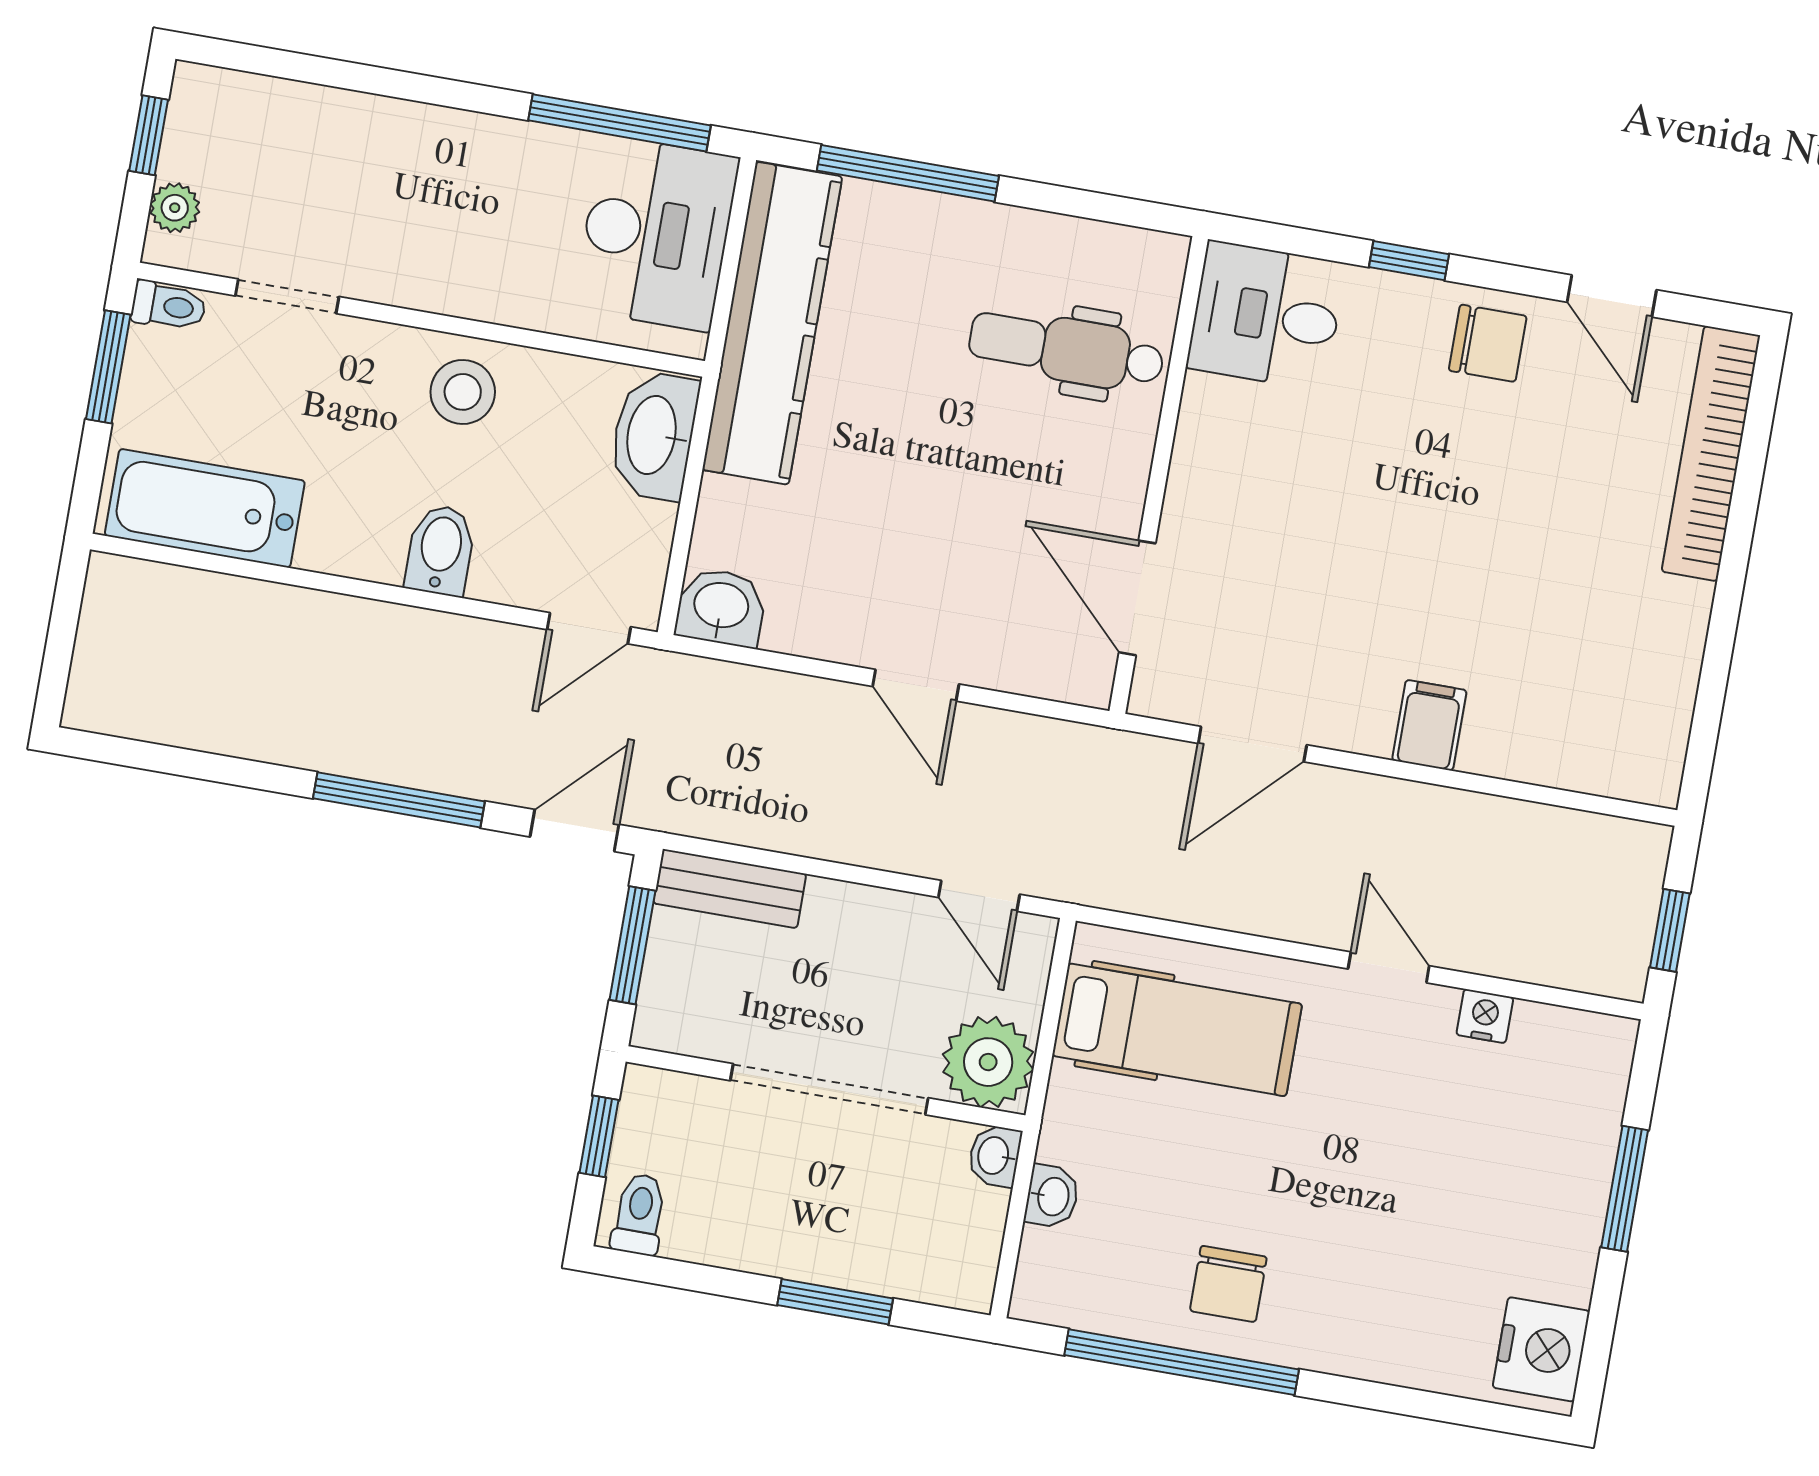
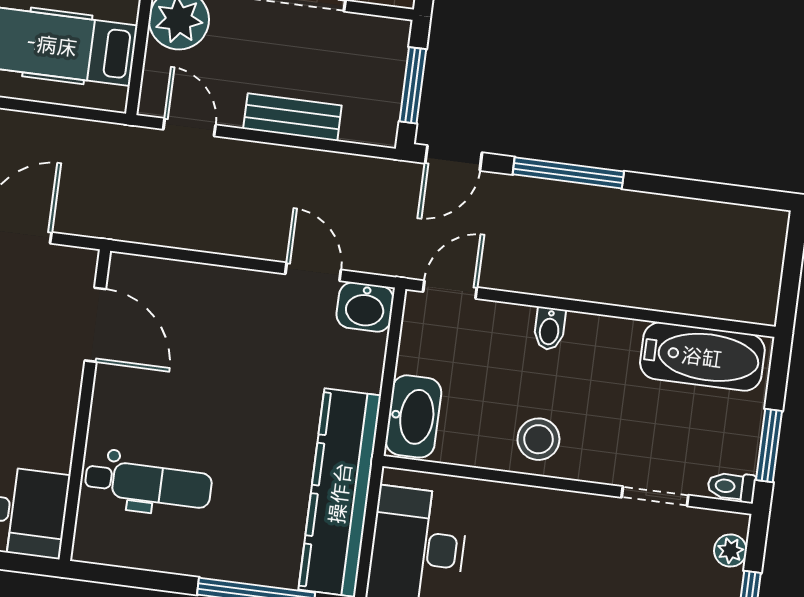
bidet: (440, 550) -> (549, 329), width x0.72, depth x0.74
door: (916, 685) -> (313, 272), moved
bench: (730, 889) -> (292, 117), moved

